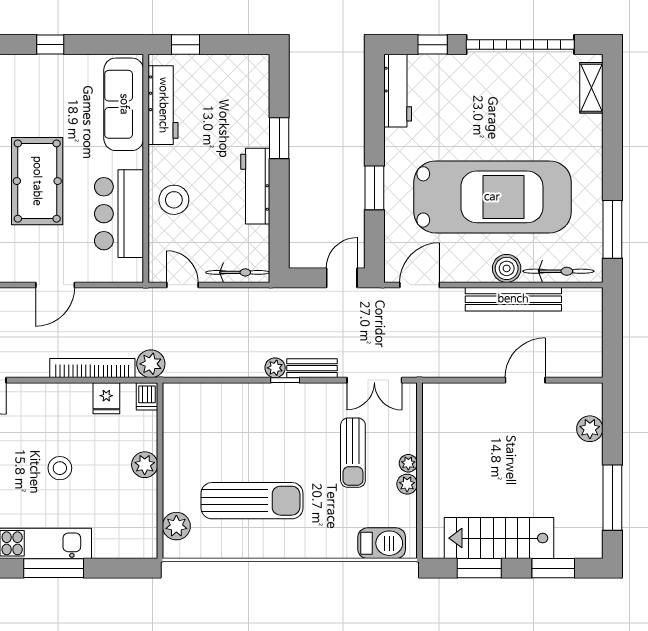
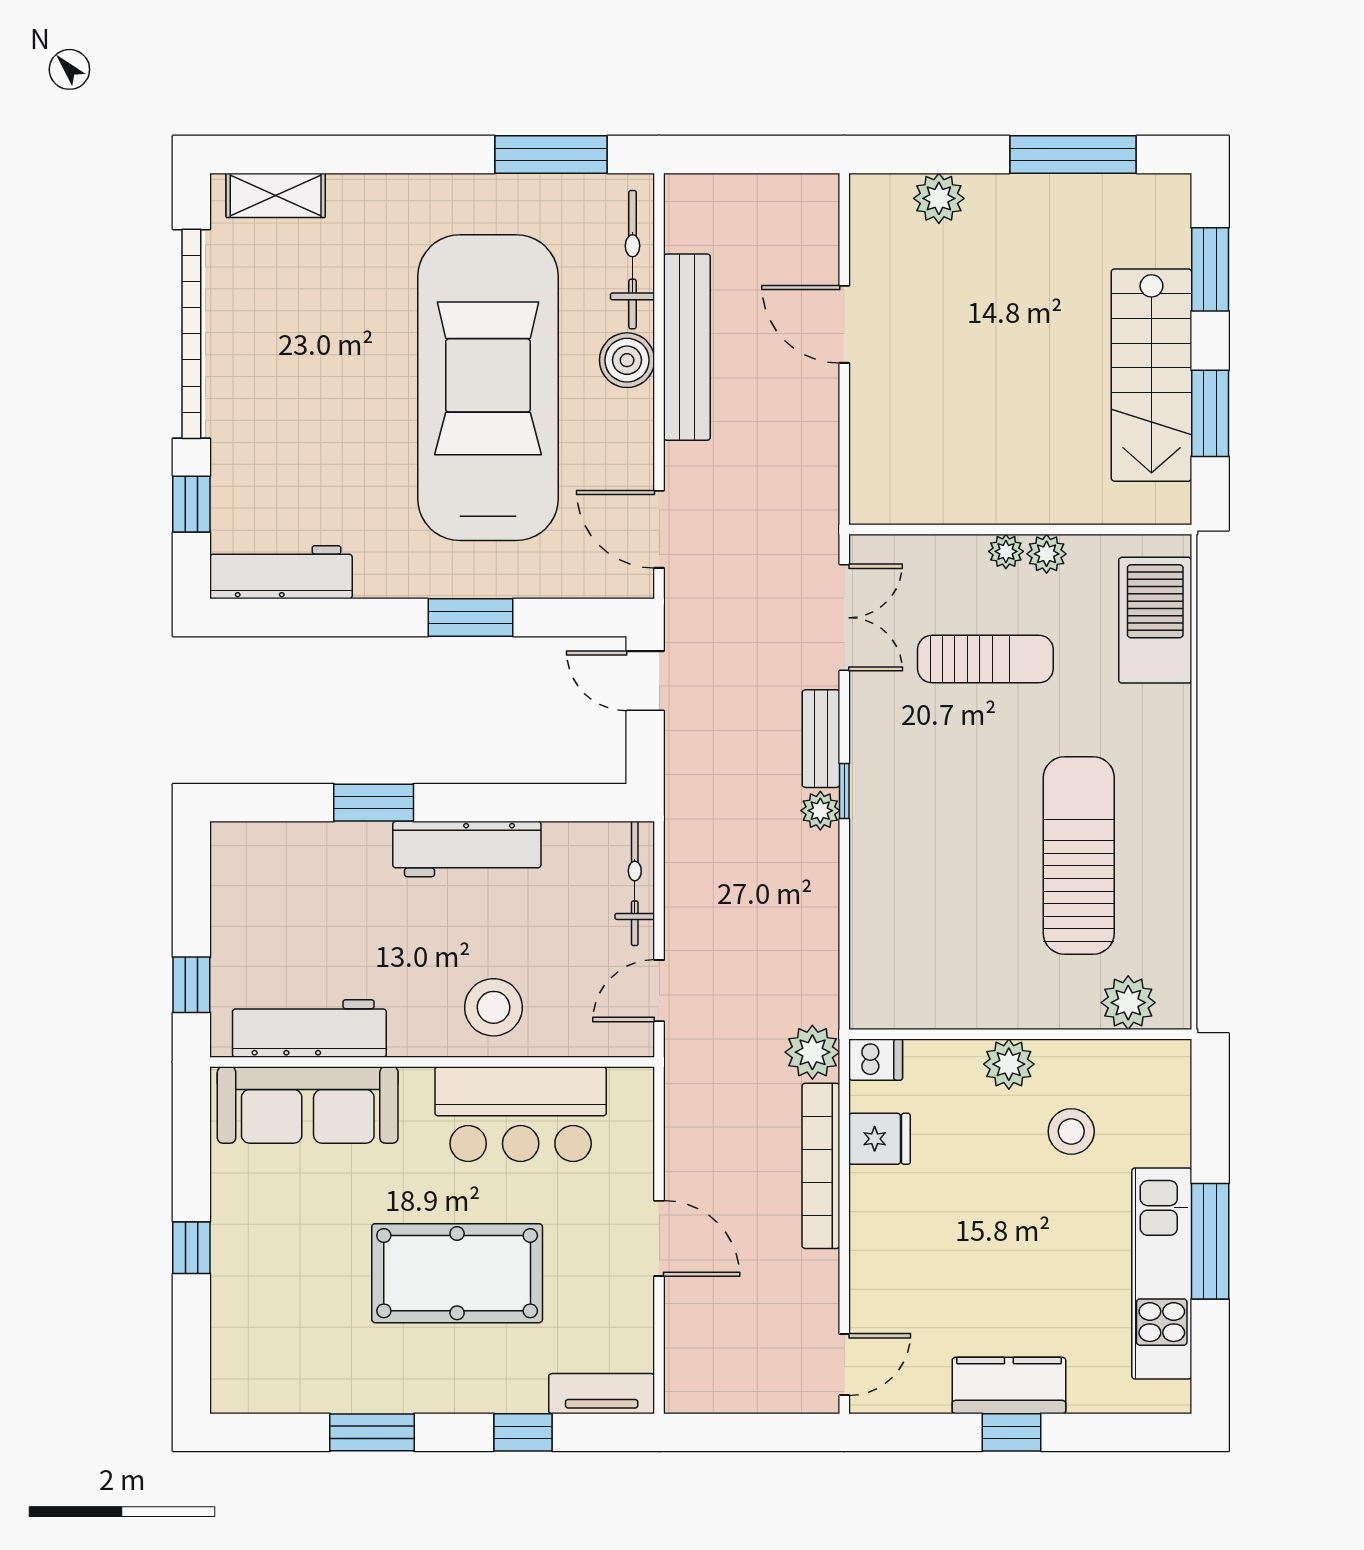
stool: (60, 468) -> (1071, 1131), moved
barbecue: (382, 543) -> (1155, 620), width x1.37, depth x1.21

